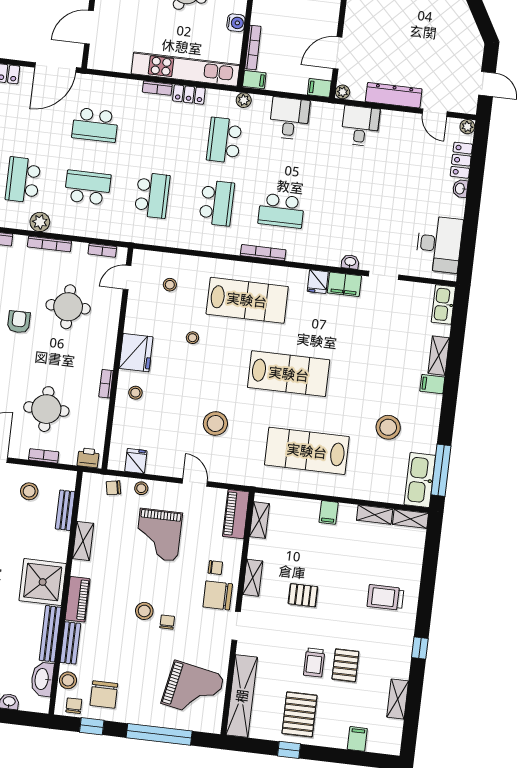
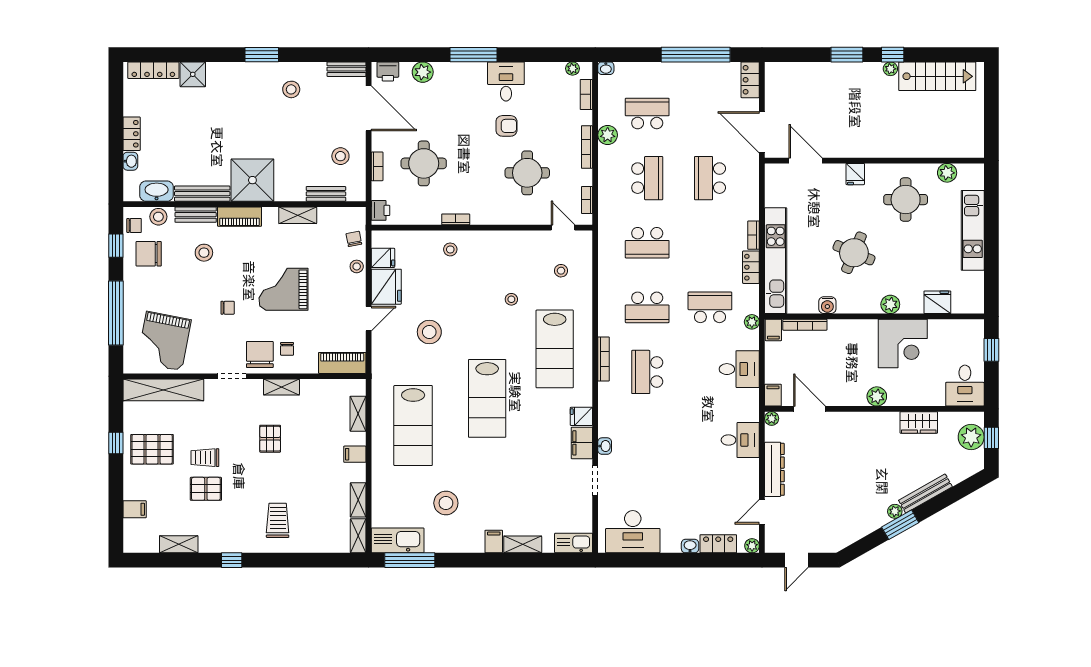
fridge: (136, 353) -> (386, 287), moved, turned -90
lab bench: (307, 451) -> (413, 426), turned 180
shelving: (259, 520) -> (358, 414), moved, turned 90
grand piano: (159, 535) -> (283, 289), moved
stool: (144, 611) -> (204, 253), moved

